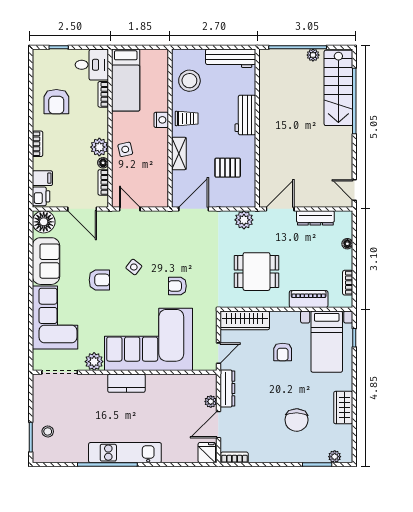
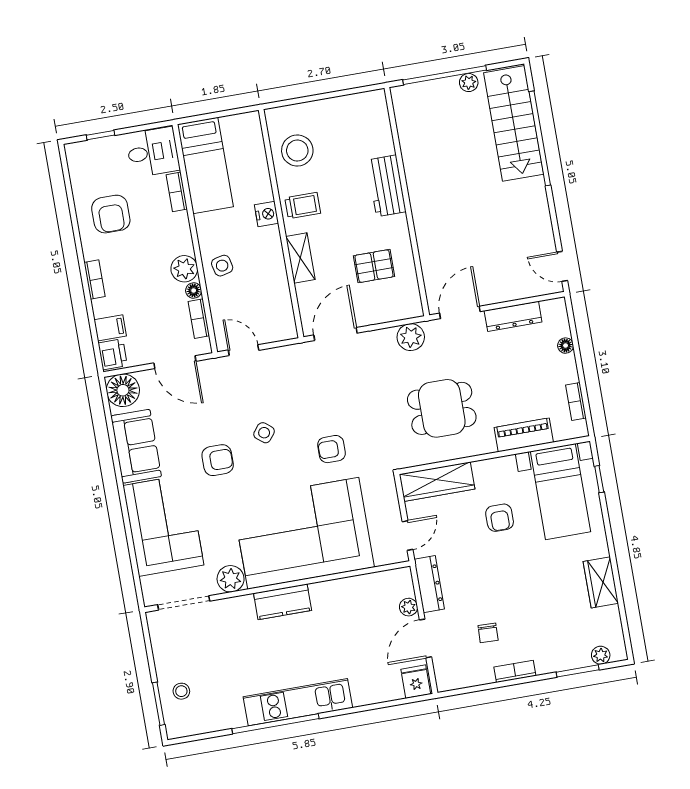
workbench: (231, 58) -> (351, 108), removed
chair: (297, 420) -> (488, 633), moved, width x0.54, depth x0.54
bookcase: (234, 457) -> (515, 671), moved

